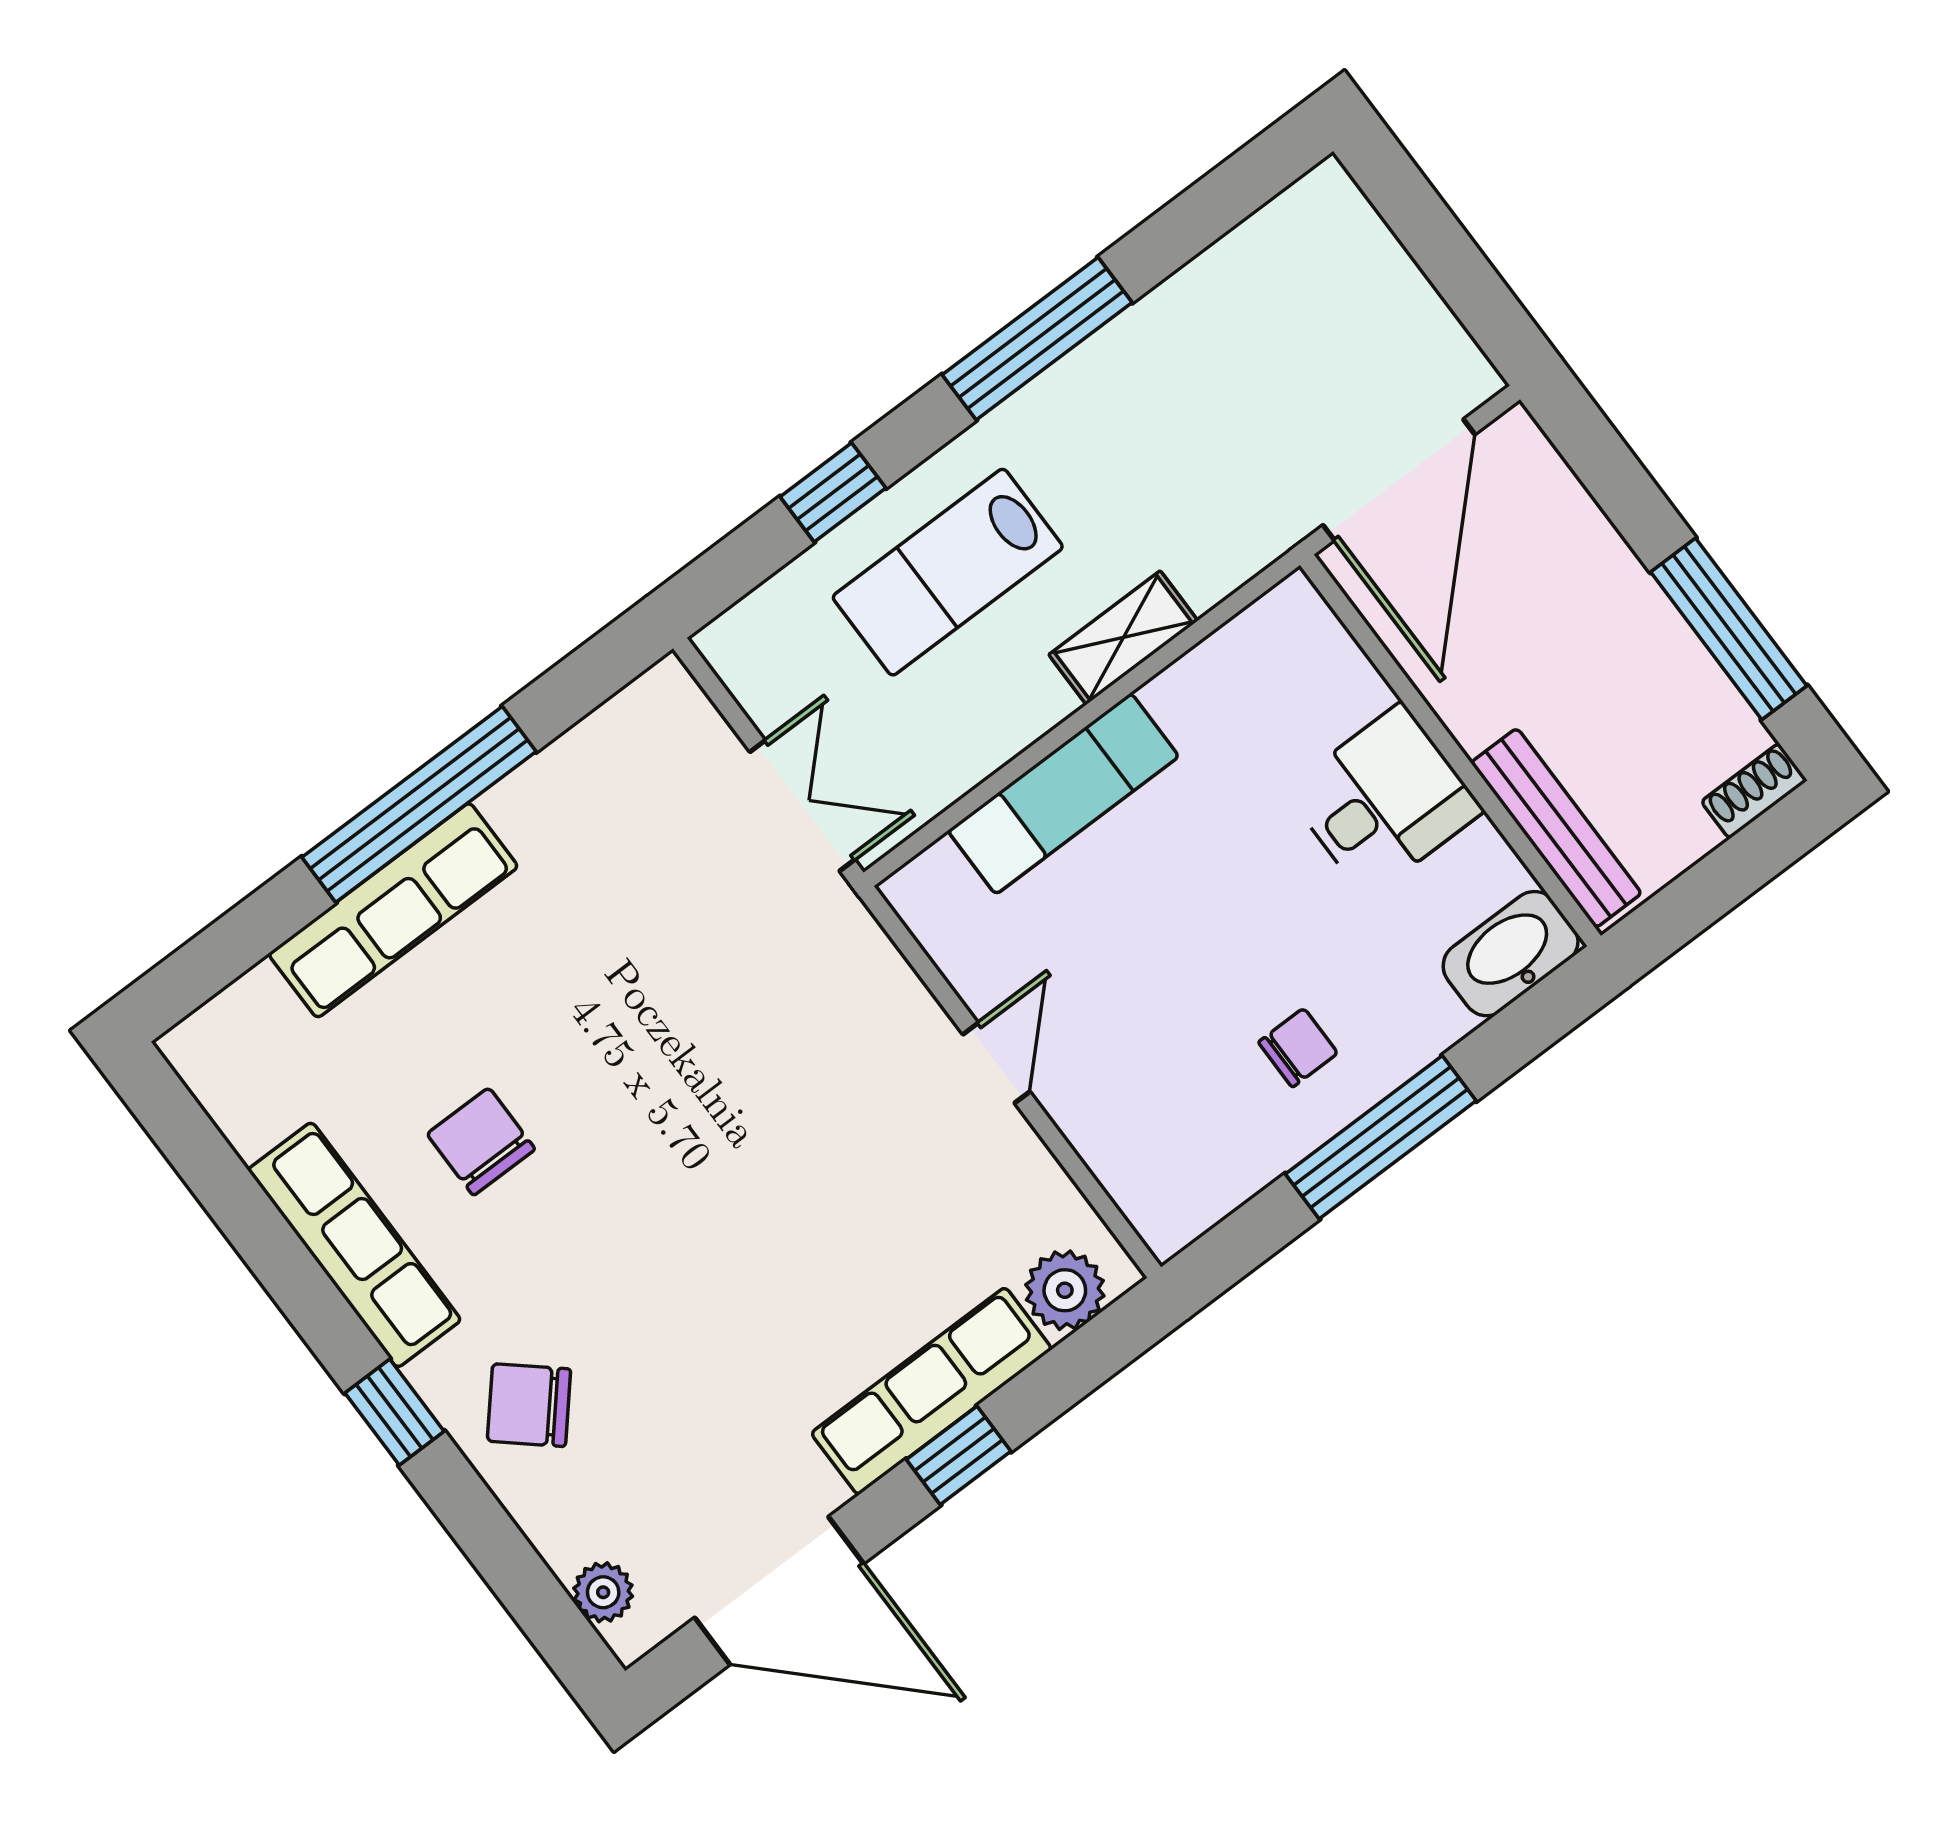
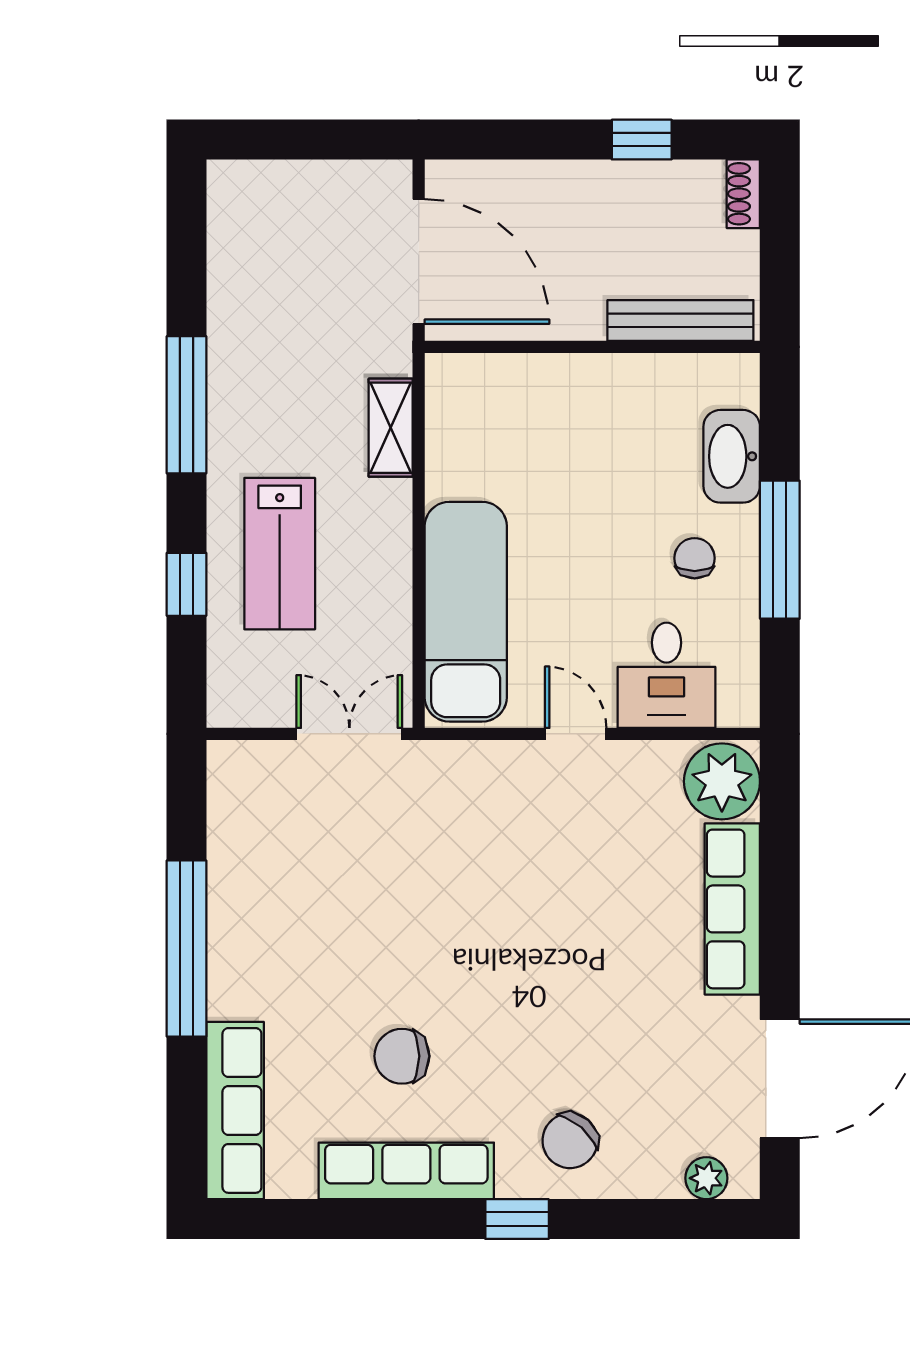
window: (1729, 629) -> (642, 140), width x0.46
shelving: (1123, 638) -> (391, 428), moved
exam couch: (1063, 794) -> (466, 612), width x1.36, depth x1.45
desk: (1384, 801) -> (666, 675), moved, turned 180
row of seats: (393, 910) -> (235, 1110), moved
washbasin: (1511, 954) -> (732, 456), moved
plant: (1065, 1290) -> (722, 781), width x1.36, depth x1.36
window: (959, 1455) -> (780, 921), removed

